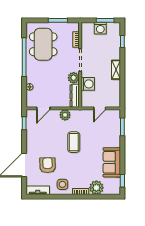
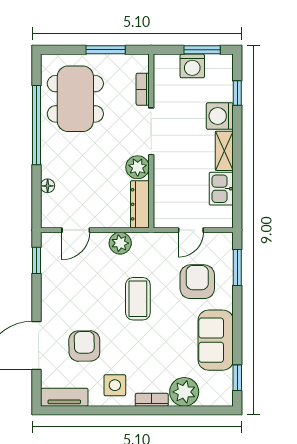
washing machine: (88, 84) -> (220, 116), moved, turned 180
kitchen sink: (114, 88) -> (221, 189), added
armchair: (103, 134) -> (197, 282), added

